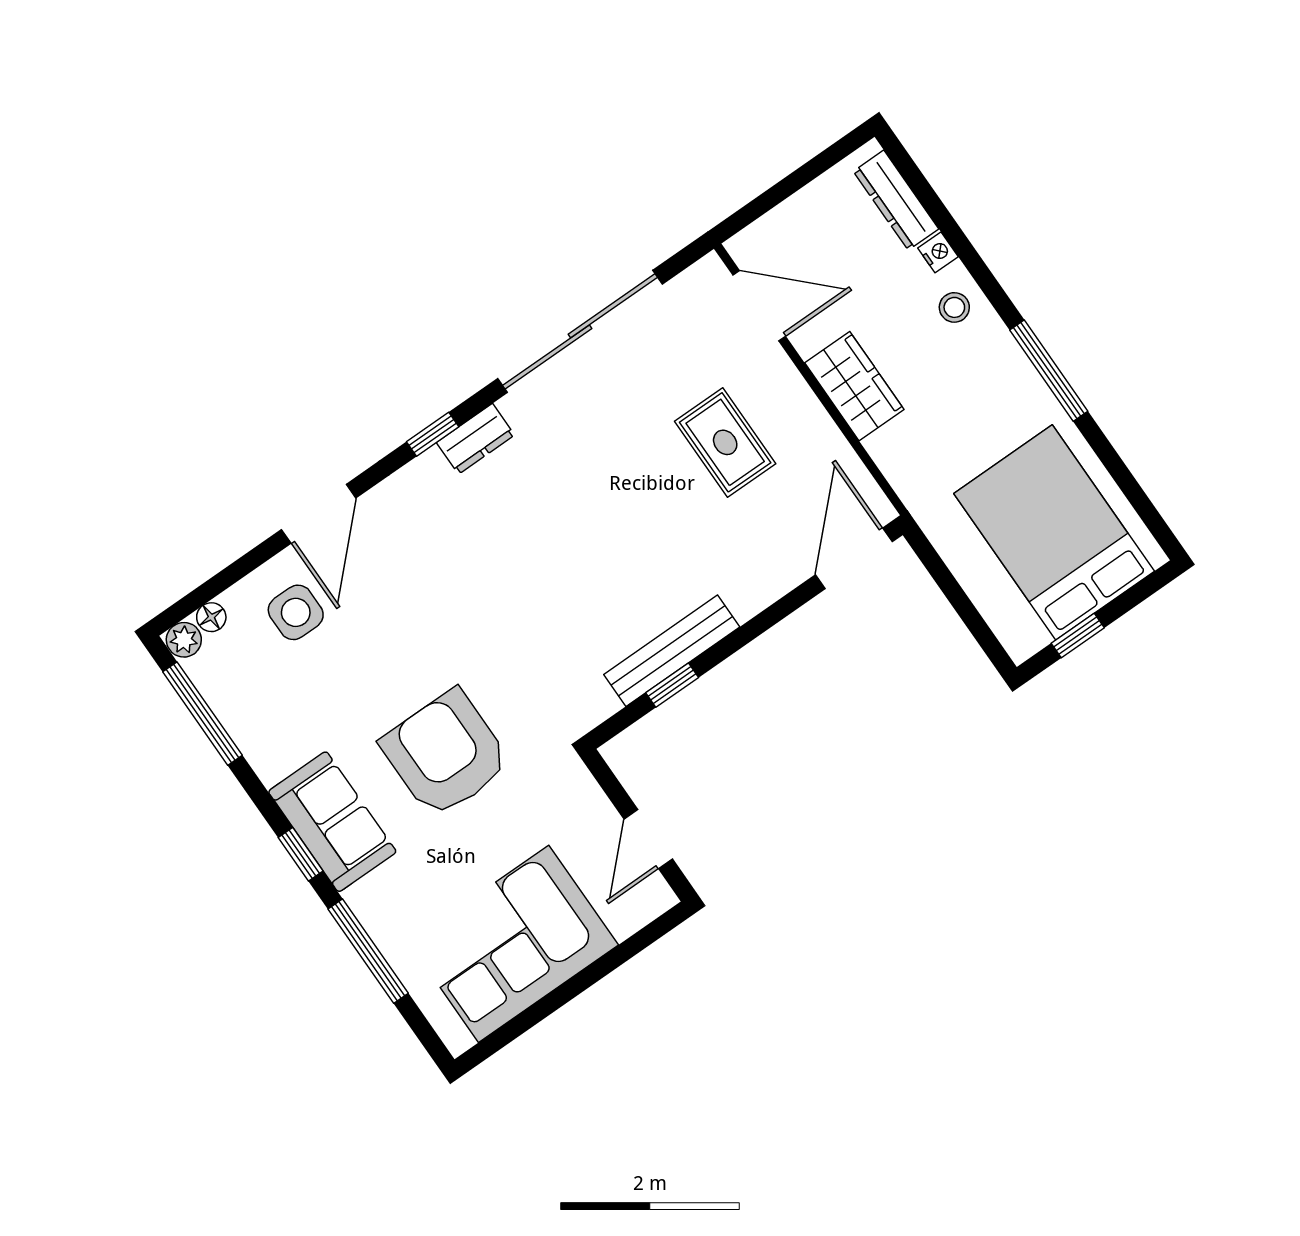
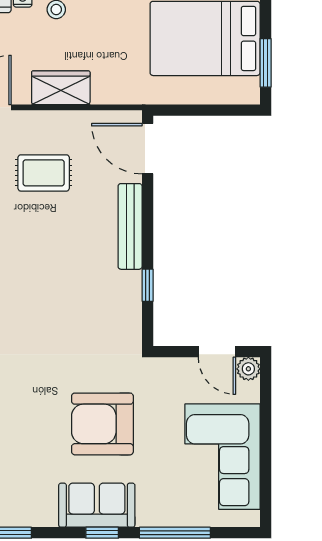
window: (1078, 636) -> (266, 63), width x1.50
bench: (672, 651) -> (130, 226), moved
plant: (655, 897) -> (248, 369), added

